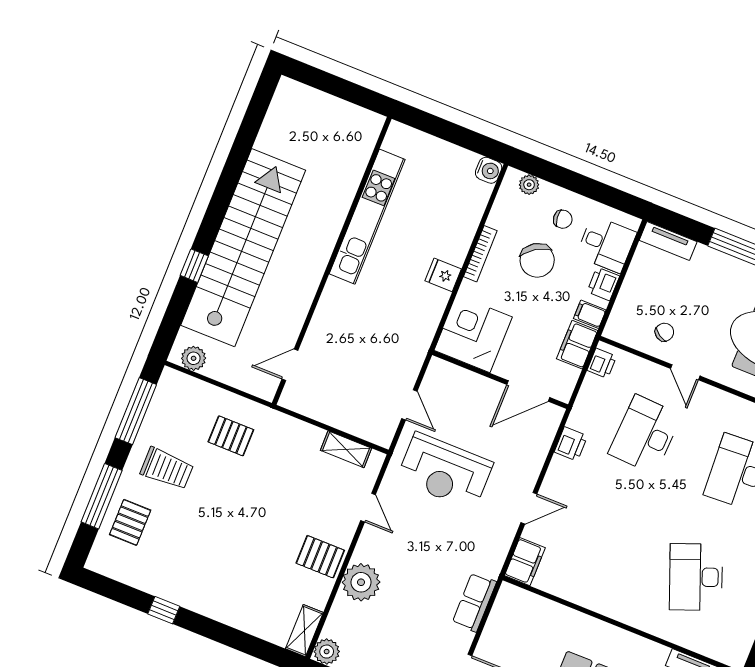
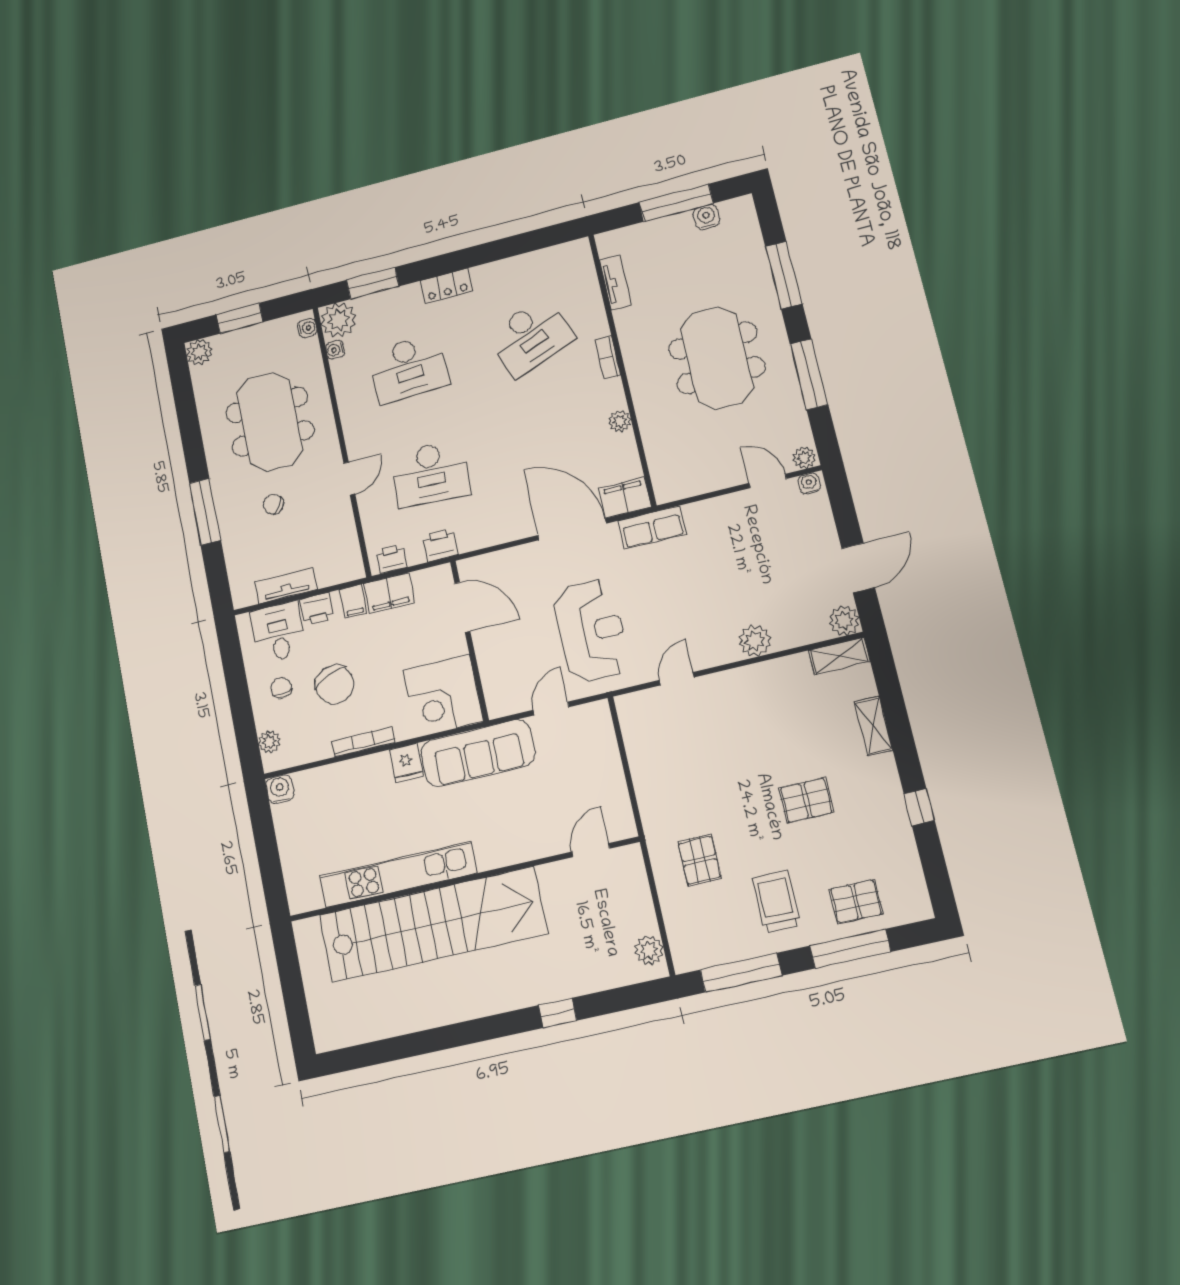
tv unit: (668, 241) -> (286, 586), moved, turned -90
stairs: (243, 248) -> (433, 924), moved, turned 180
chair: (537, 260) -> (335, 685), turned 100
sofa: (414, 331) -> (478, 753), added
chair: (664, 332) -> (273, 504), moved
door: (290, 365) -> (591, 850), swing flipped
printer: (571, 444) -> (440, 545), moved
shelving: (346, 449) -> (873, 726), moved
door: (529, 508) -> (572, 529), width x1.88
pallet: (320, 557) -> (806, 800), moved, turned 90
plant: (361, 582) -> (755, 641), width x0.73, depth x0.73
plant: (584, 597) -> (620, 421), added
row of seats: (474, 602) -> (652, 527), moved
bookcase: (638, 622) -> (608, 357), added

